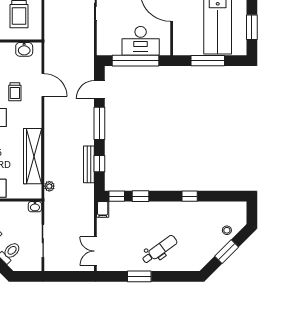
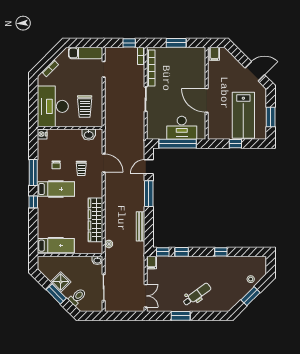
window: (208, 61) -> (235, 144), width x0.46
window: (99, 164) -> (149, 226), removed
double door: (95, 251) -> (146, 296), swing flipped

